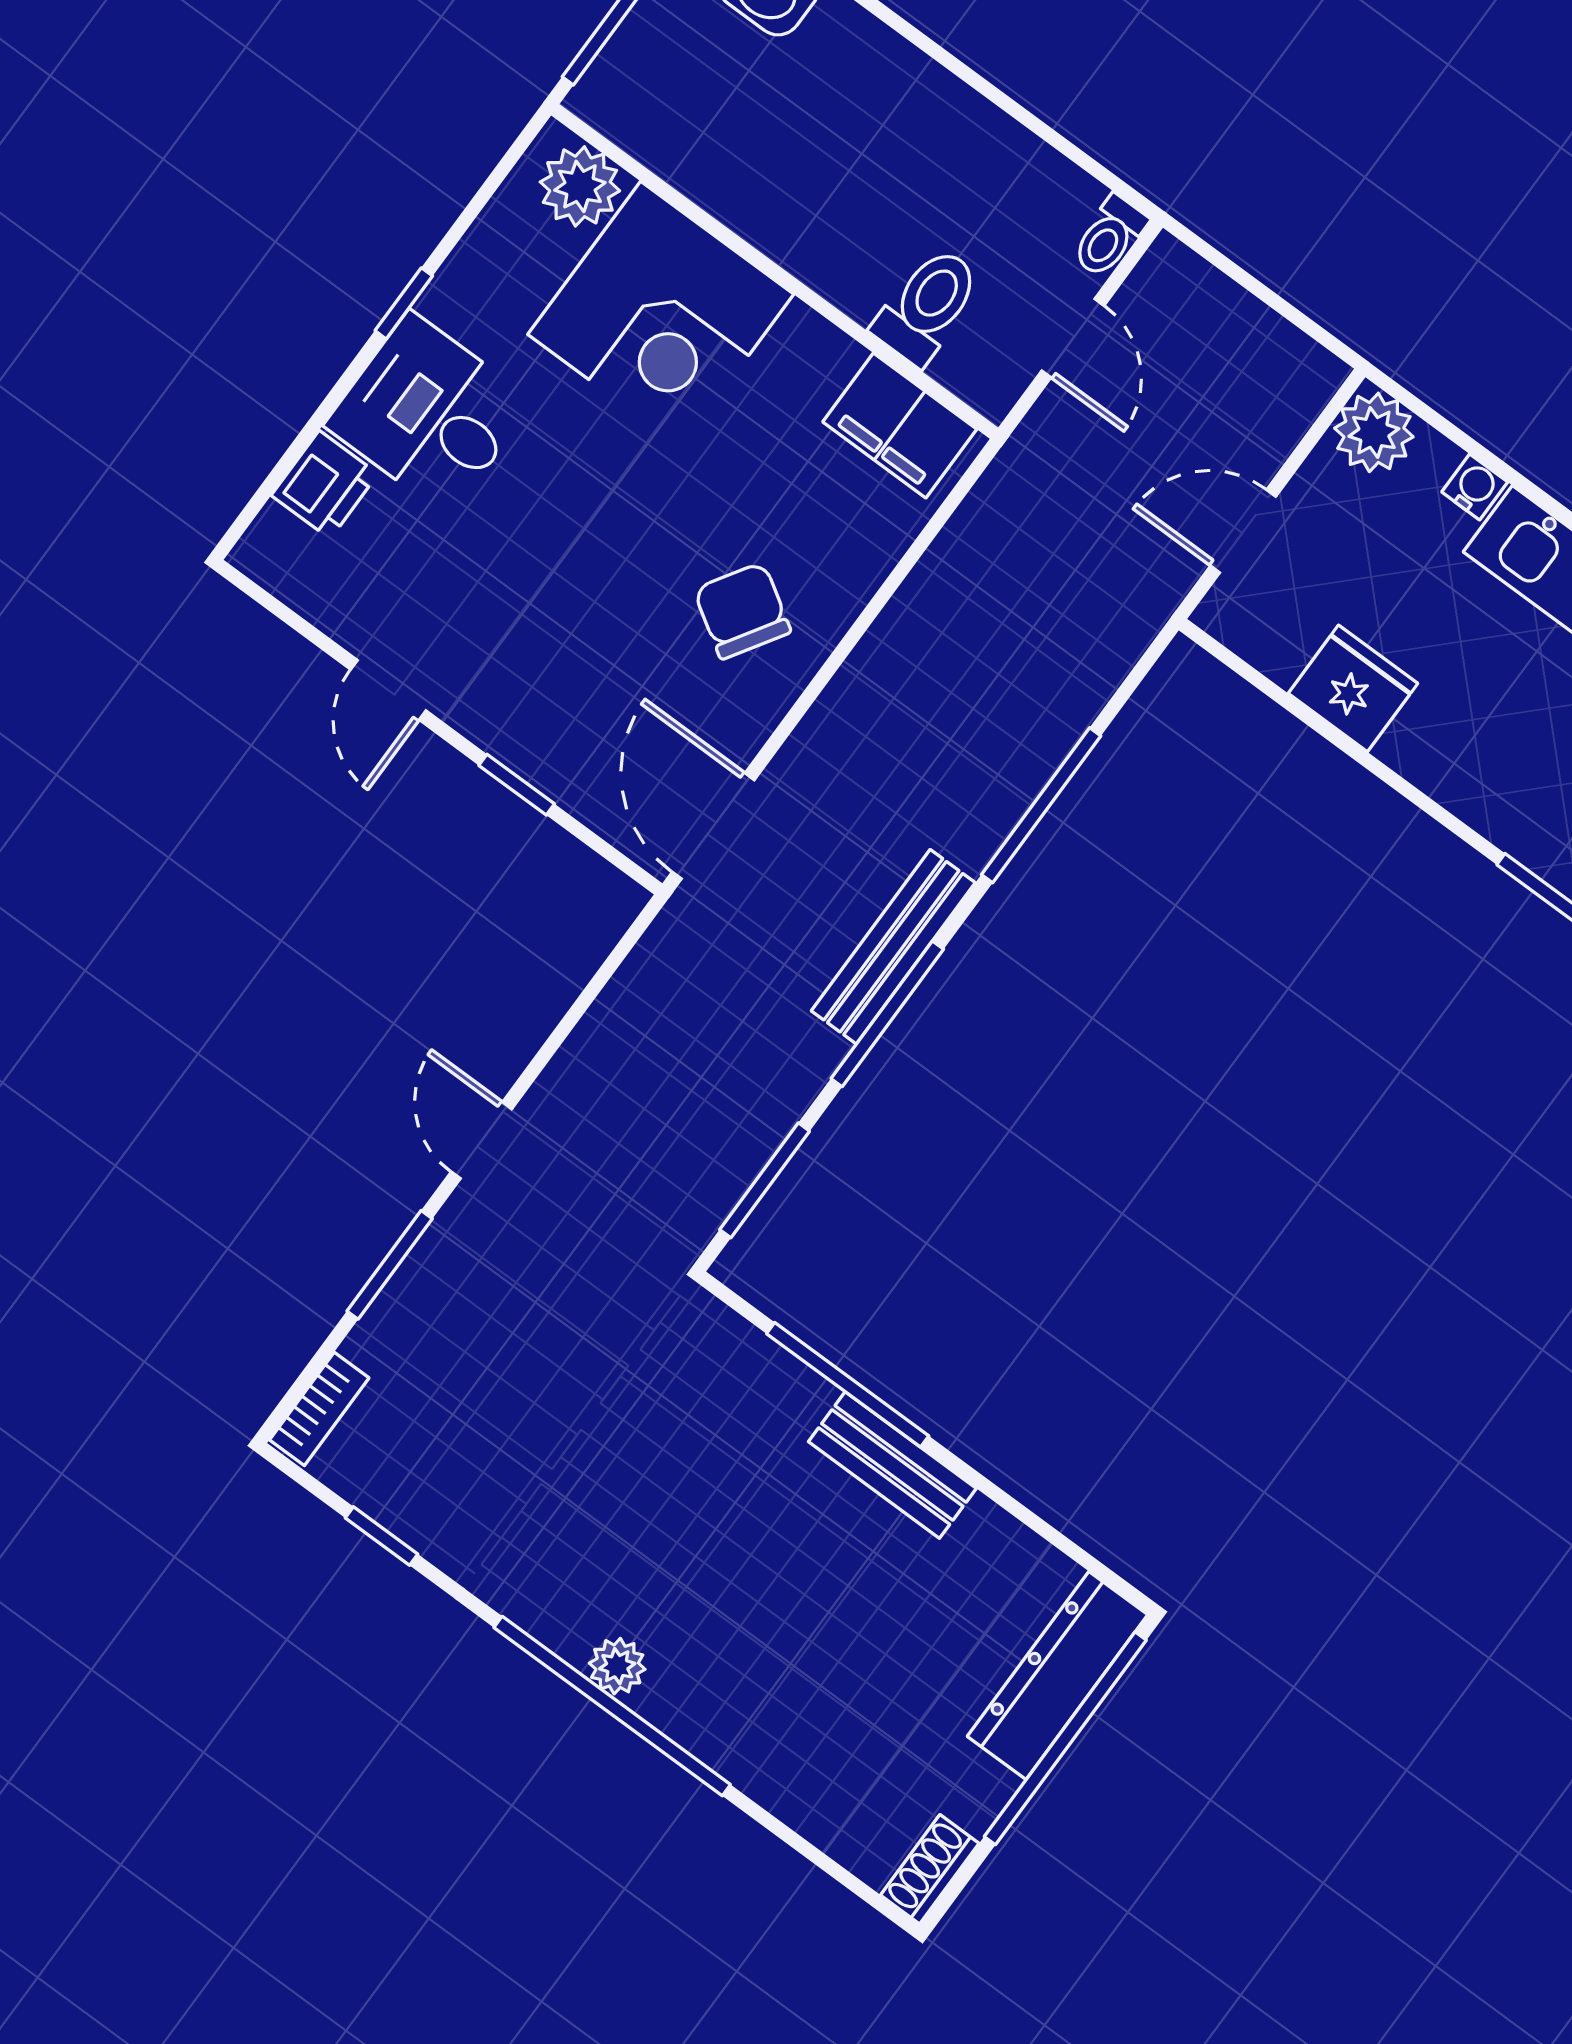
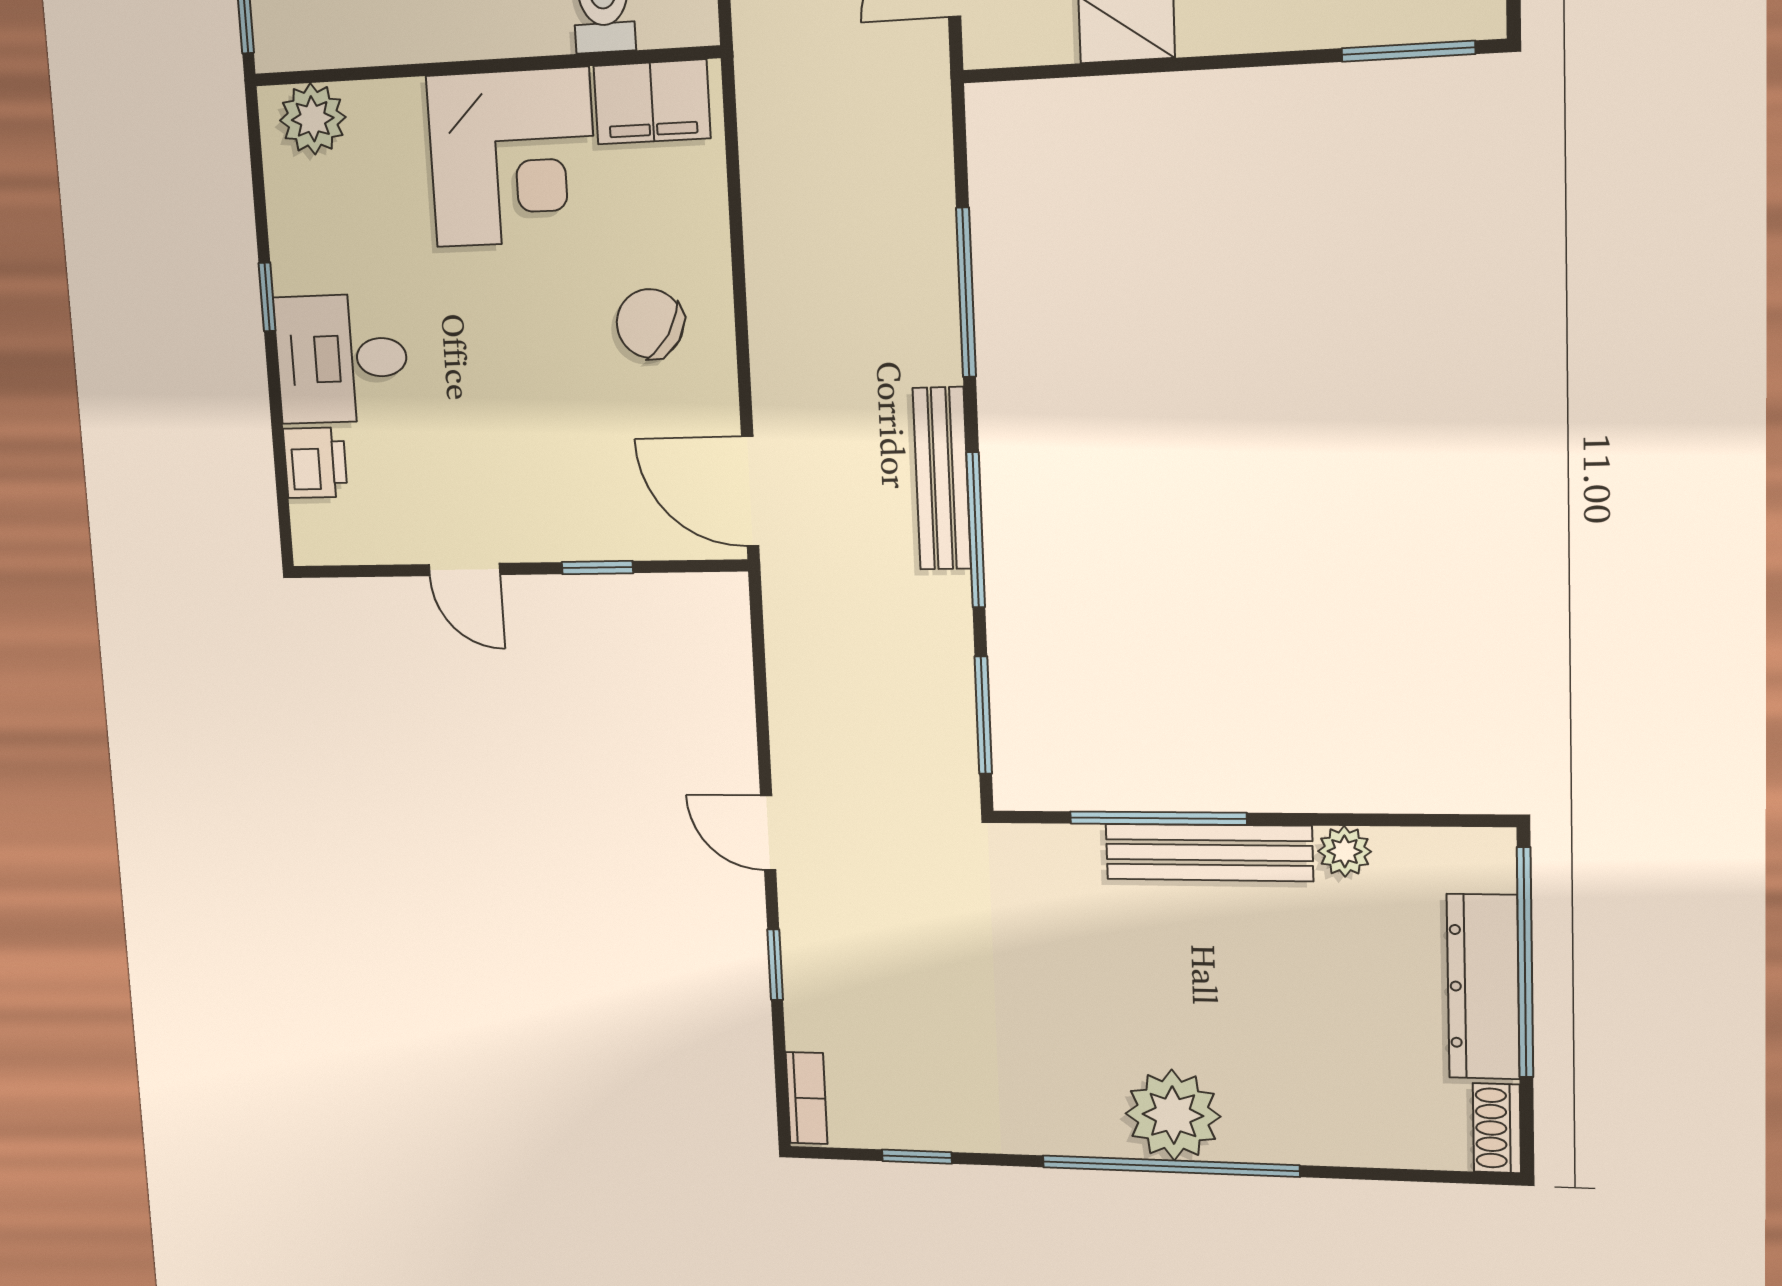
corner desk: (661, 314) -> (512, 158), moved
window: (390, 1265) -> (775, 965), width x0.67
bench: (892, 1465) -> (1209, 853), width x1.36
plant: (987, 1531) -> (1345, 851), added
plant: (617, 1666) -> (1173, 1115), width x1.88, depth x1.88
dresser: (1058, 1675) -> (1483, 987), moved

